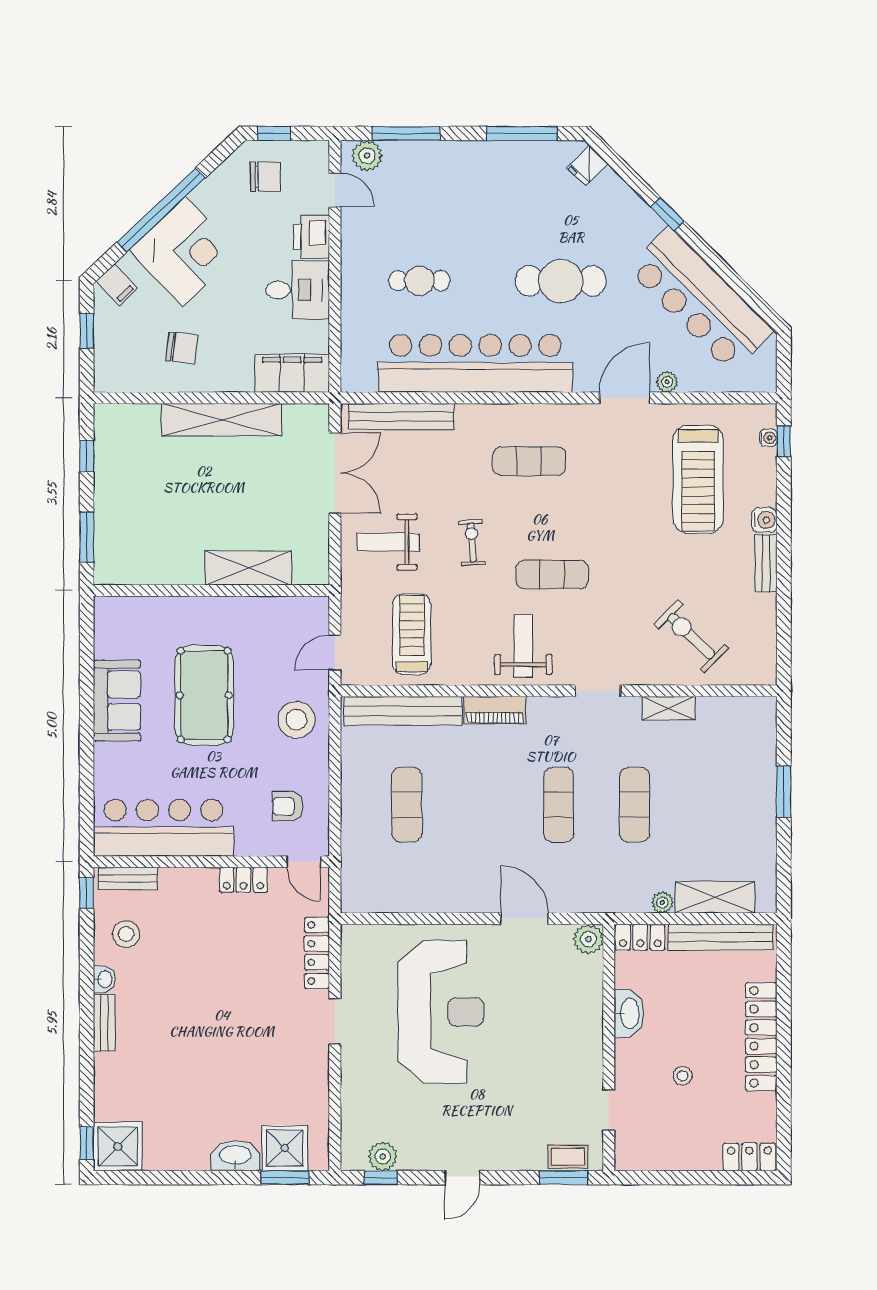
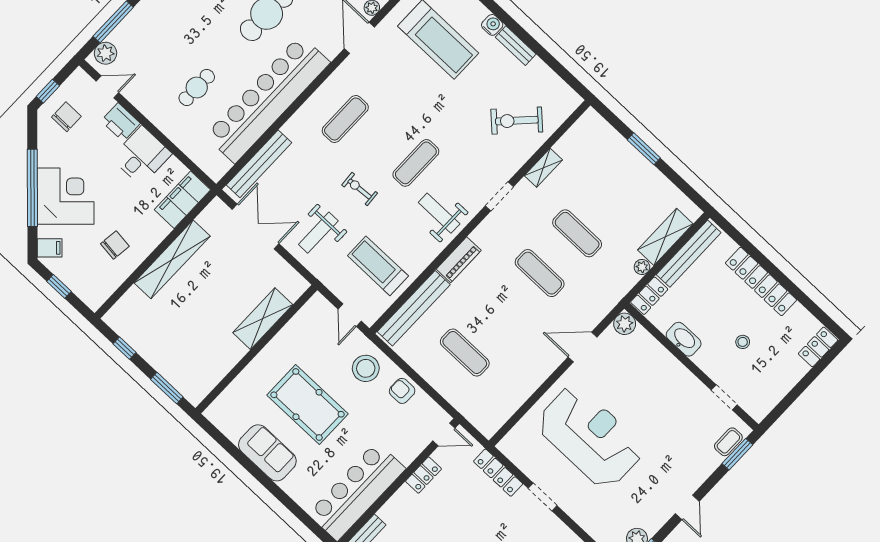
armchair: (288, 806) -> (402, 391), moved, turned 90

